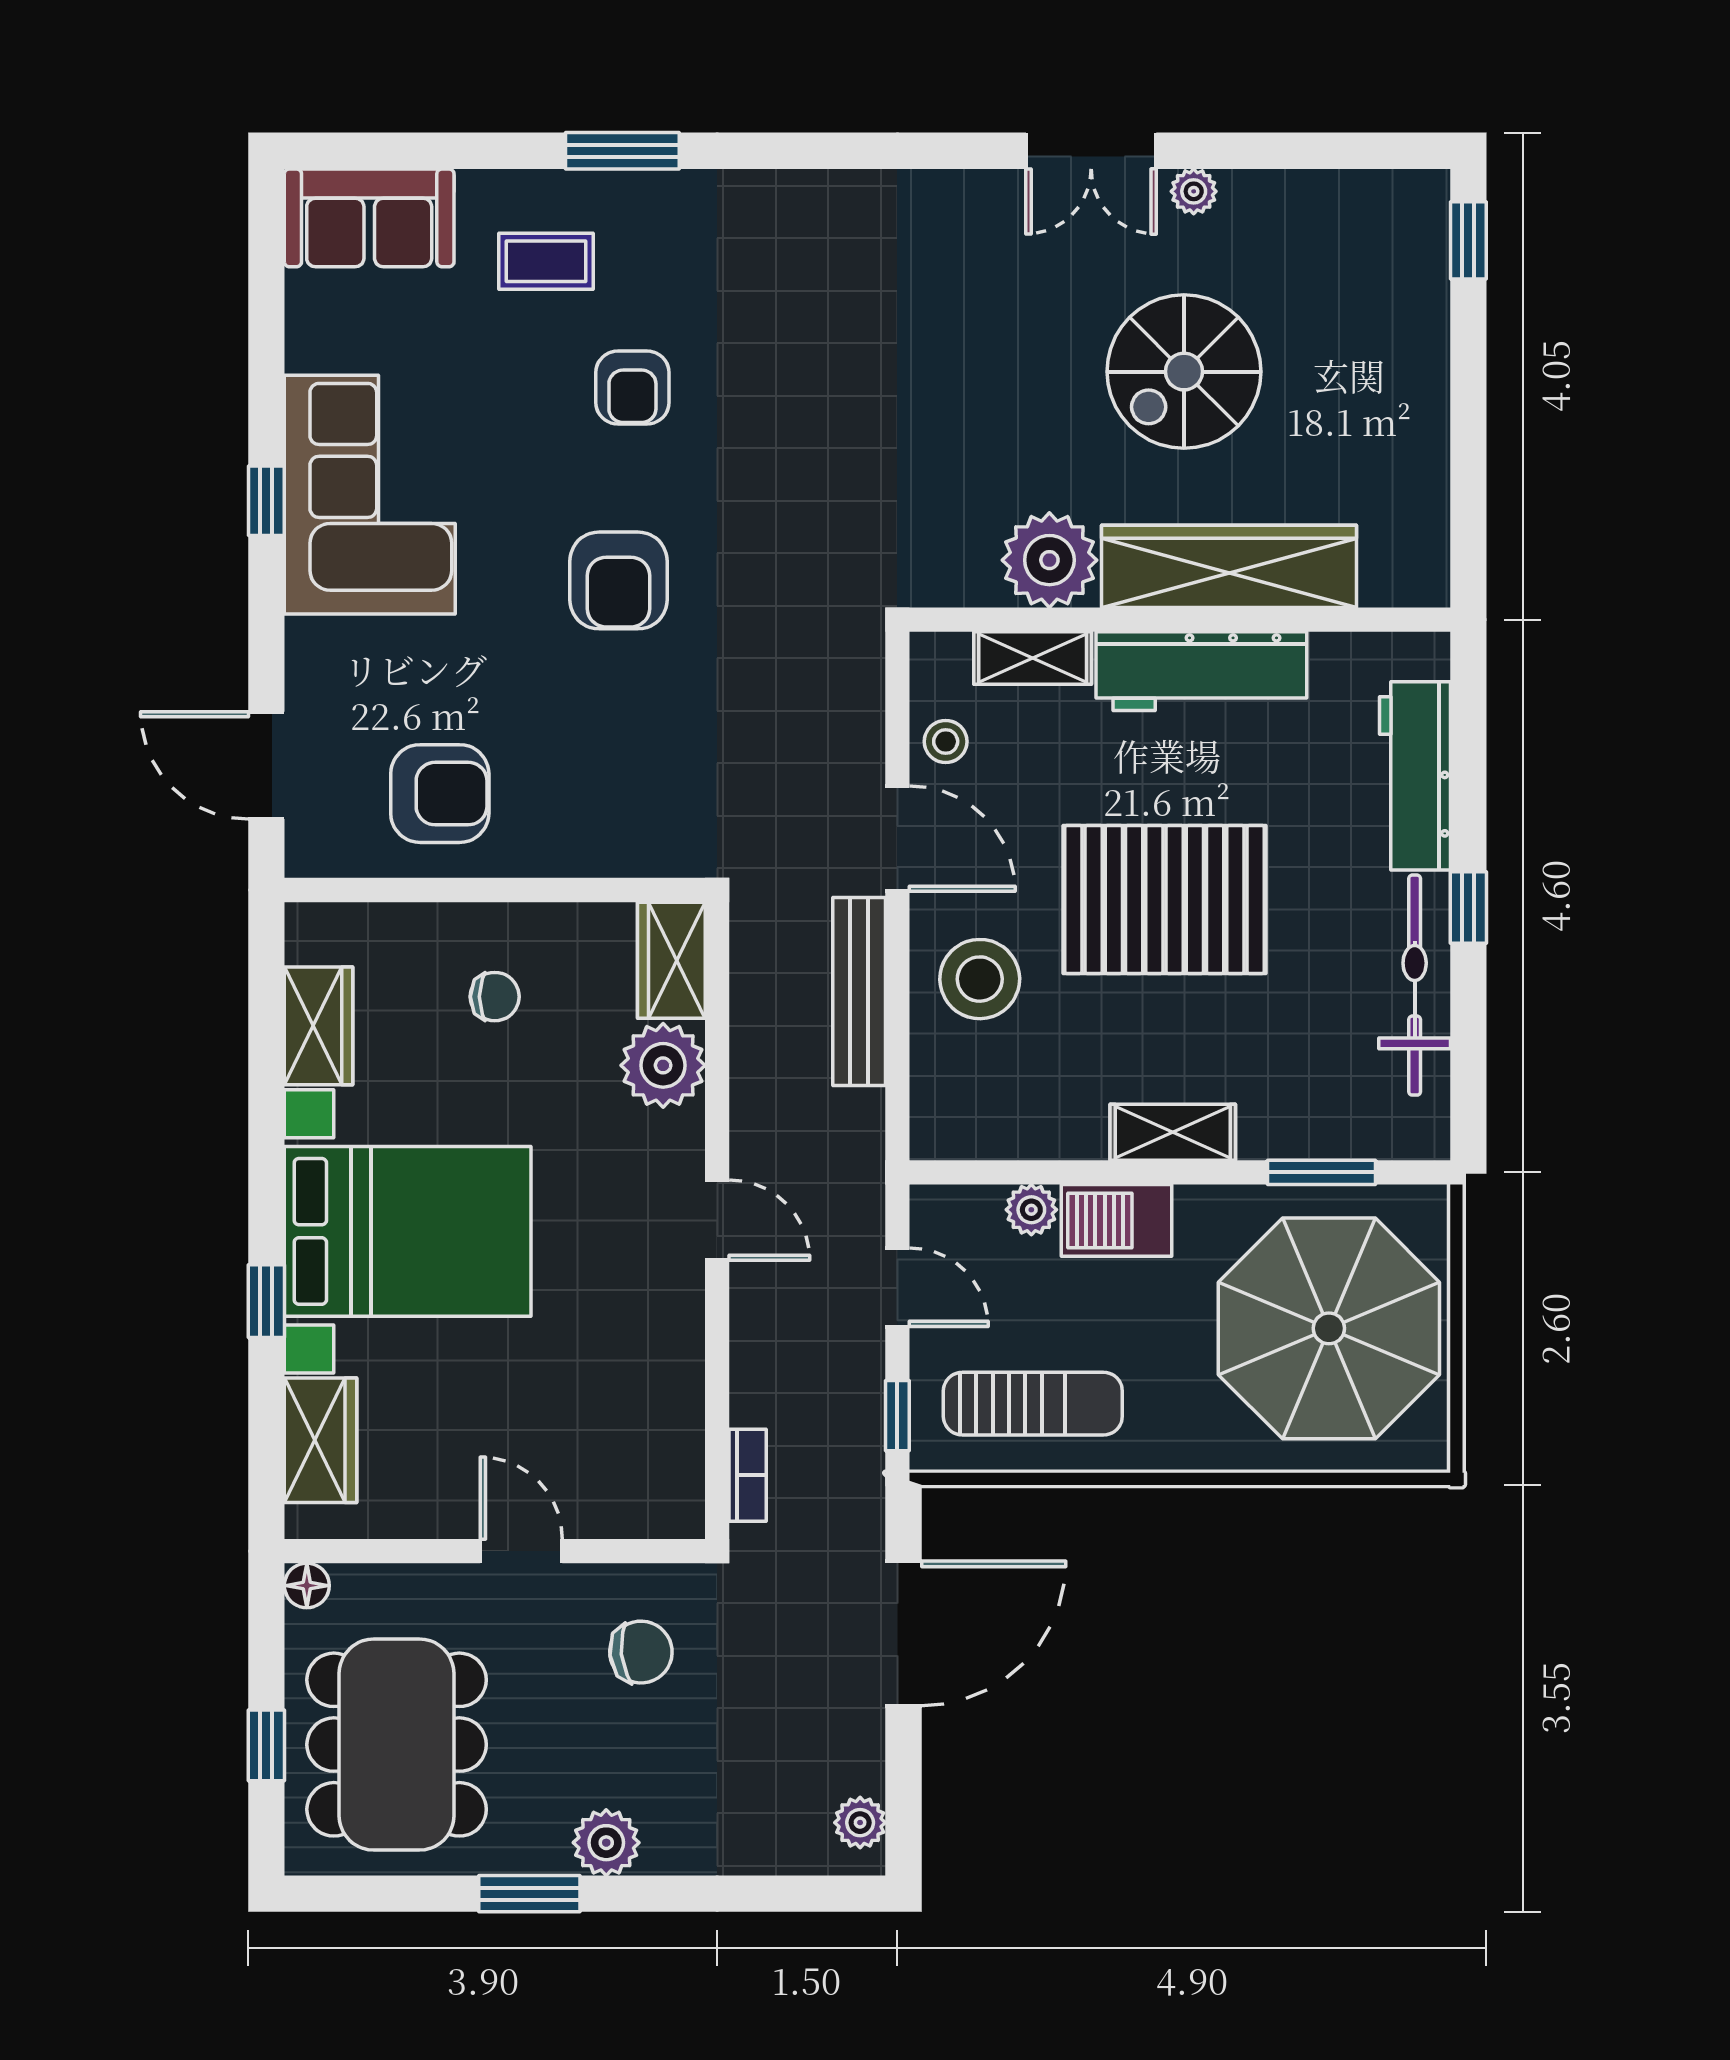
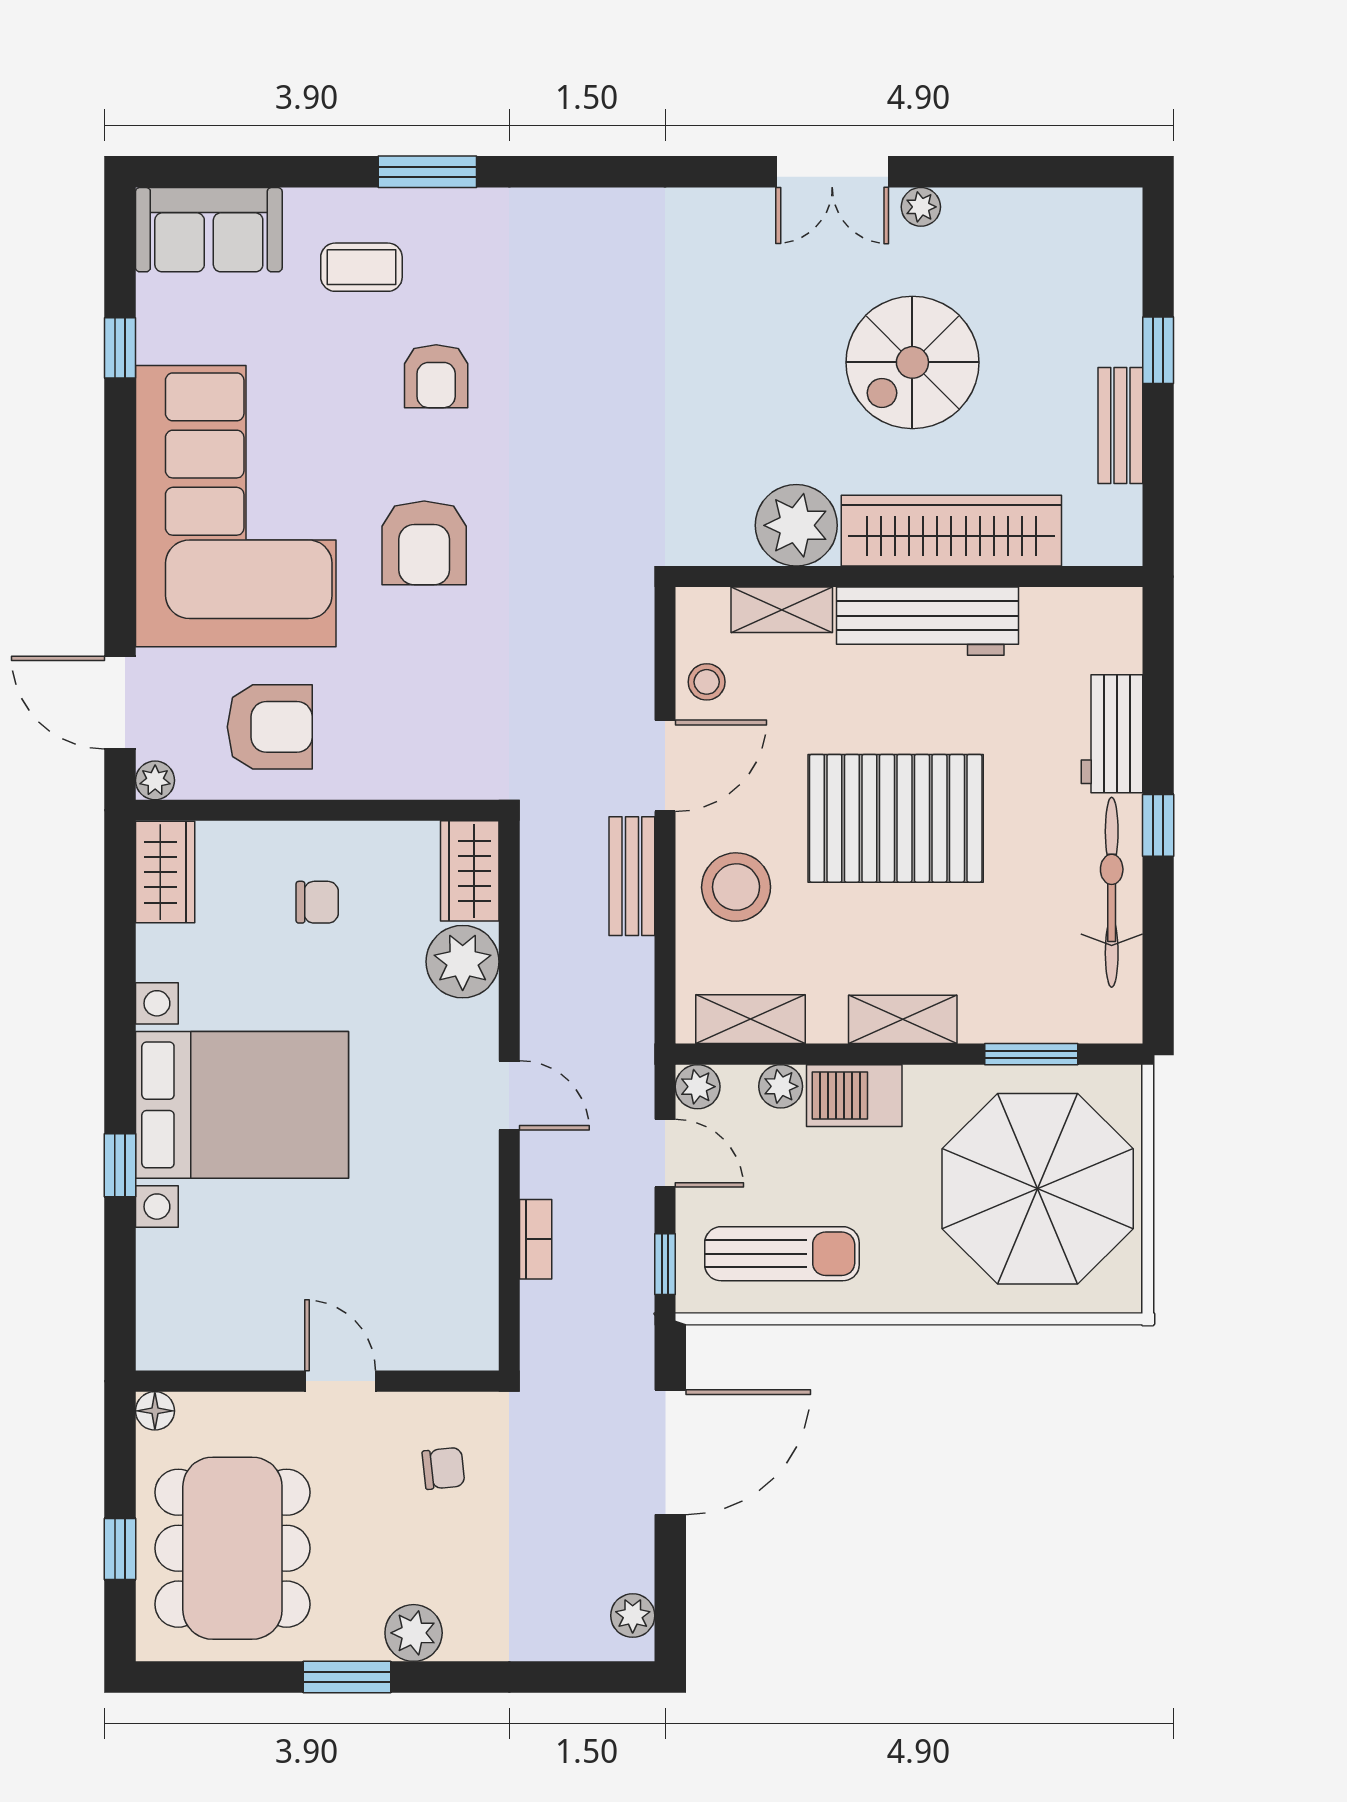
window: (1468, 240) -> (1158, 350), moved
bench: (1425, 445) -> (1120, 426), added
corner sofa: (370, 495) -> (236, 506), width x1.36, depth x1.36
window: (266, 501) -> (120, 348), moved
workbench: (1415, 776) -> (1112, 734), width x0.73
door: (897, 839) -> (665, 766), hinge flipped
plant: (307, 856) -> (155, 780), added
bench: (859, 991) -> (632, 876), width x0.73
wardrobe: (319, 1026) -> (165, 872), moved
shelving: (996, 1132) -> (751, 1019), added
plant: (935, 1210) -> (698, 1087), added
wardrobe: (321, 1440) -> (167, 1285), removed
bookcase: (748, 1475) -> (536, 1239), moved
chair: (641, 1652) -> (443, 1468), width x0.73, depth x0.73

